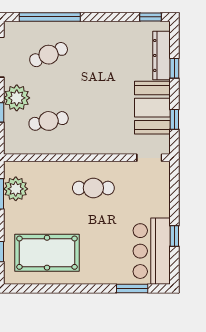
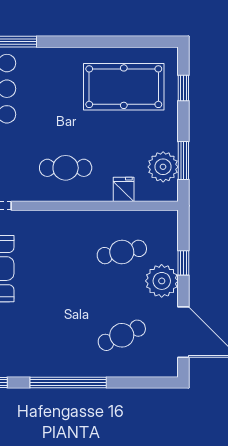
window: (50, 17) -> (68, 382), moved
fridge: (47, 171) -> (124, 189), added

